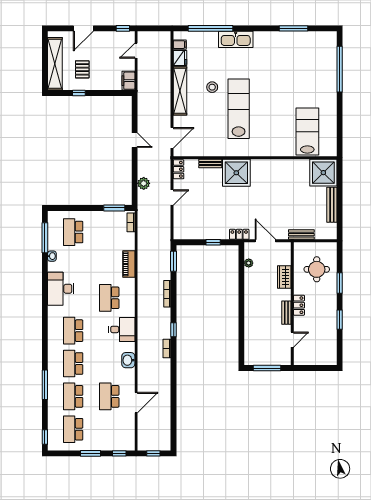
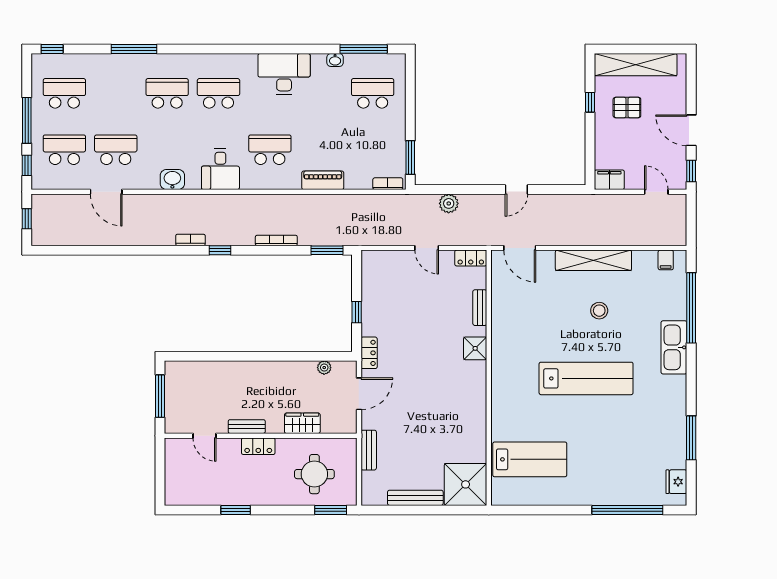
door: (83, 28) -> (691, 130), moved
fridge: (180, 58) -> (676, 482), moved, turned 90
lab bench: (239, 109) -> (586, 378), moved
shower: (236, 173) -> (475, 348), width x0.54, depth x0.54
window: (340, 283) -> (331, 510), moved
school desk: (73, 396) -> (64, 150), moved
window: (90, 453) -> (27, 120), width x1.44

